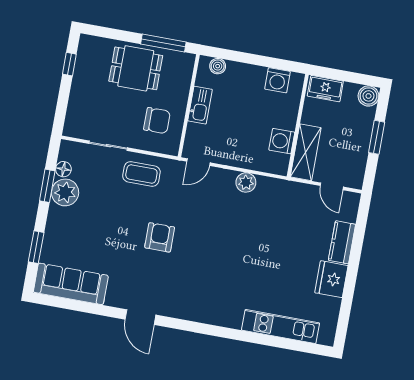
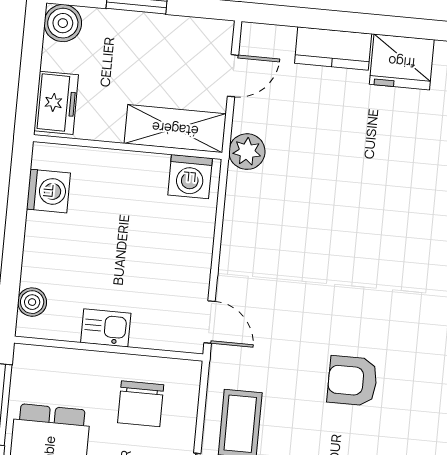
kitchen sink: (200, 105) -> (106, 328), width x0.73
chair: (157, 121) -> (141, 404), turned 180
washing machine: (282, 141) -> (190, 177), moved
plant: (246, 182) -> (247, 152), moved

